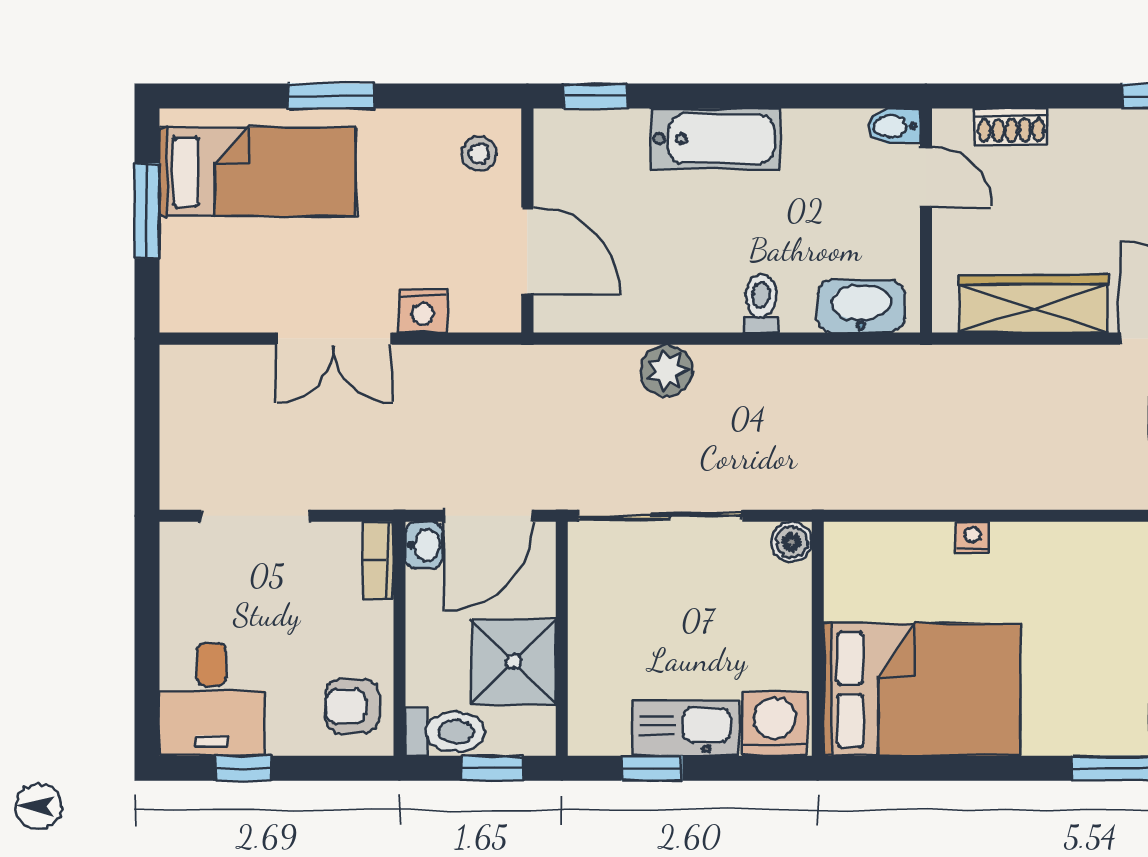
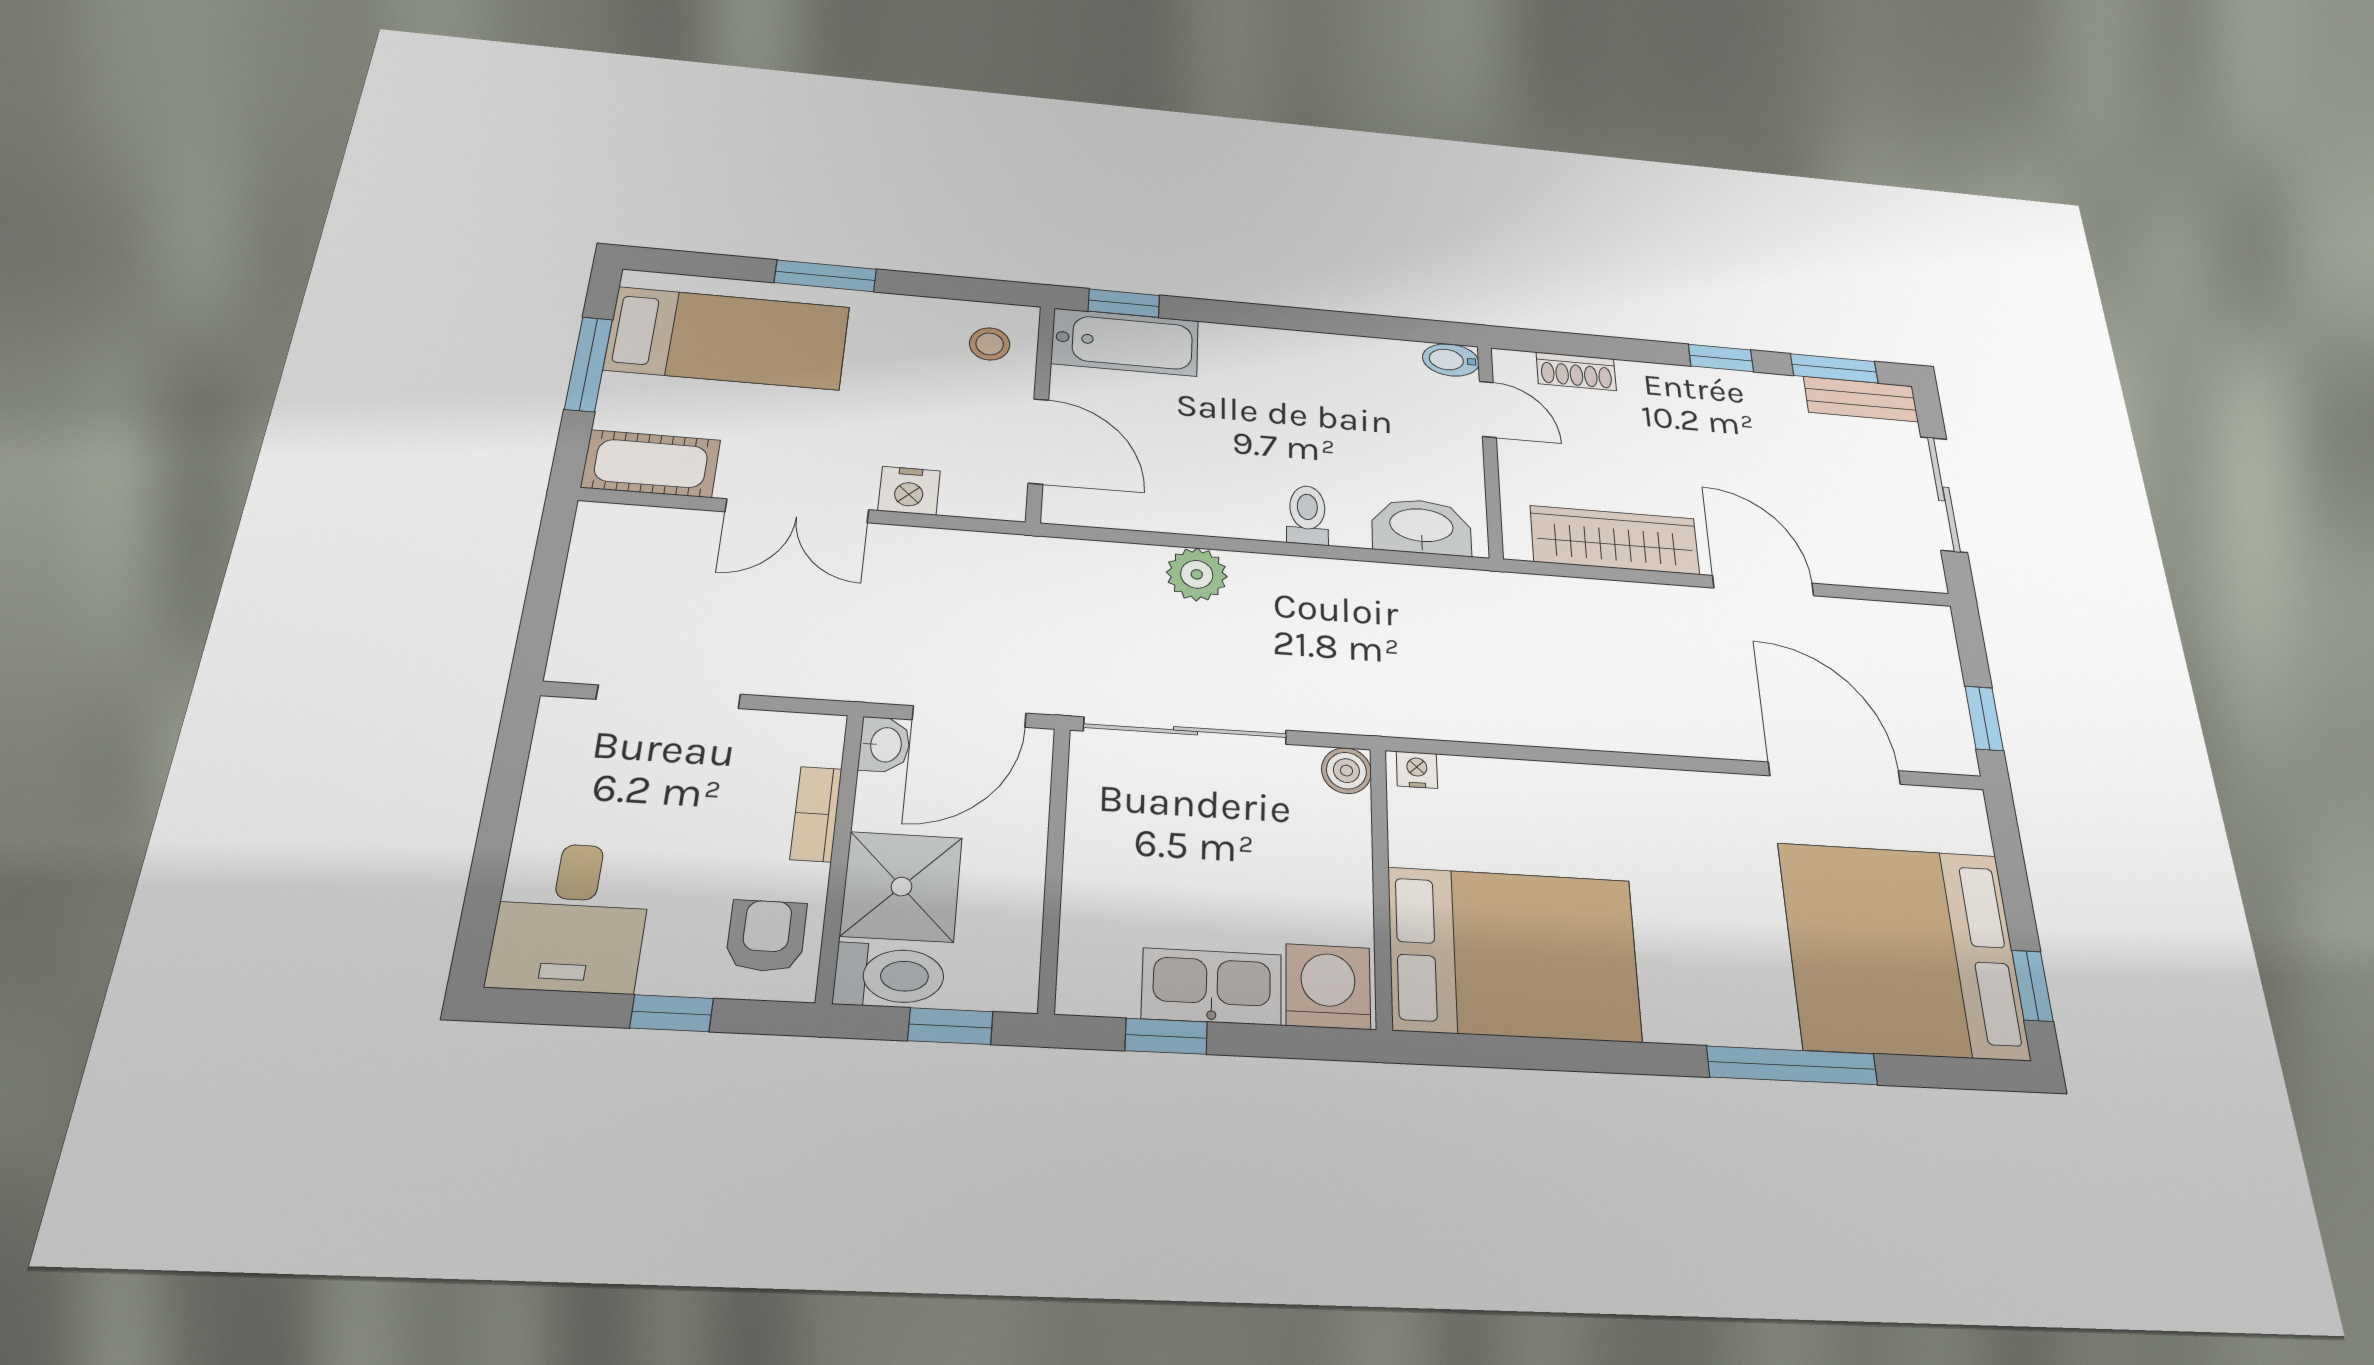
bathtub: (715, 139) -> (1125, 342), moved
cot: (212, 304) -> (651, 464), added
nightstand: (973, 537) -> (1417, 770), moved
bookcase: (378, 560) -> (816, 814), moved
shower: (514, 662) -> (901, 887), moved
armchair: (352, 706) -> (766, 936), turned 90
window: (244, 768) -> (672, 1013), moved

